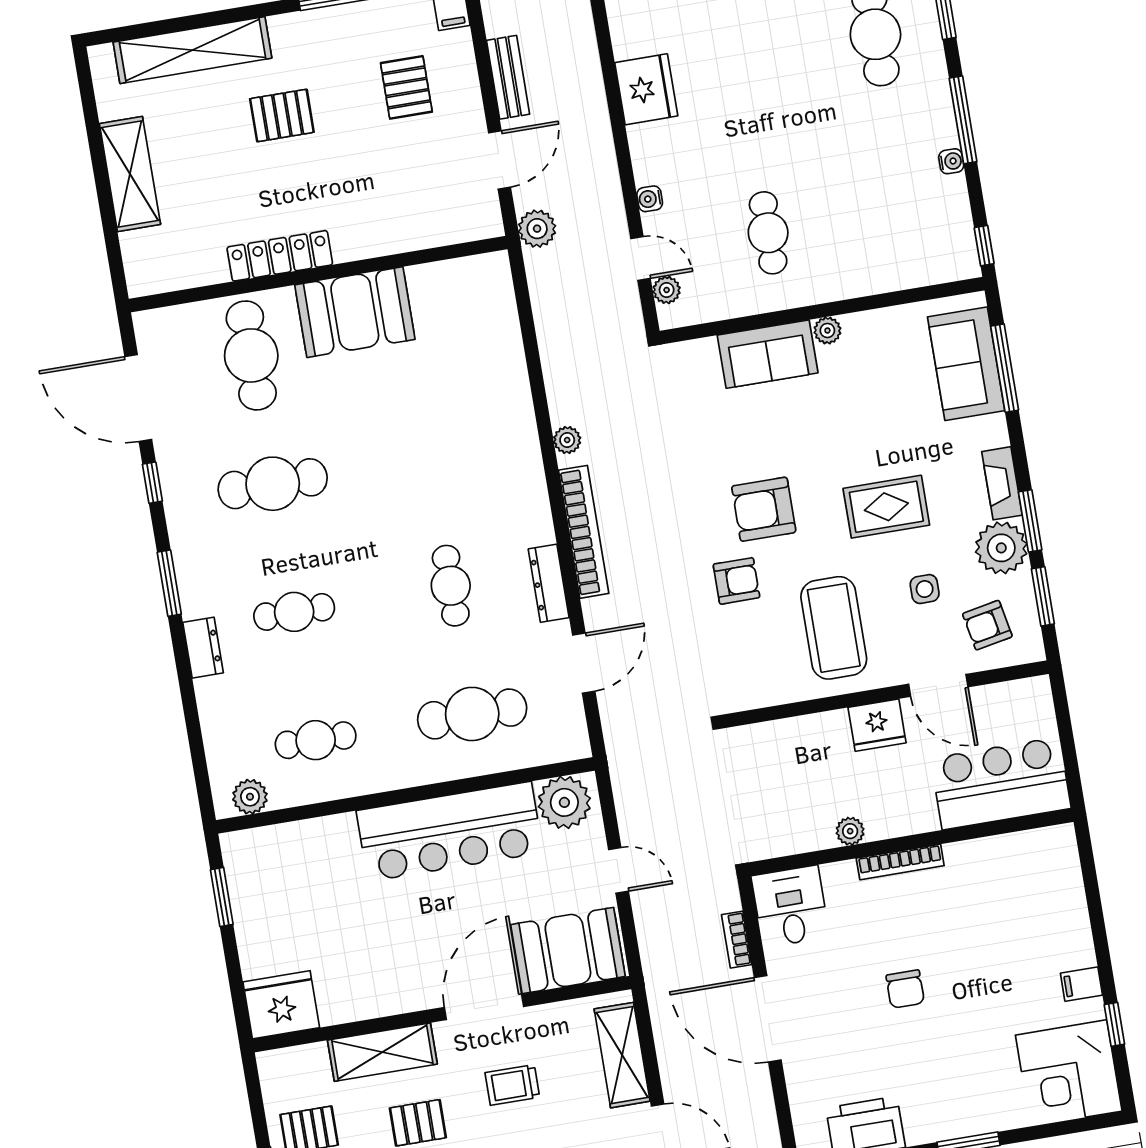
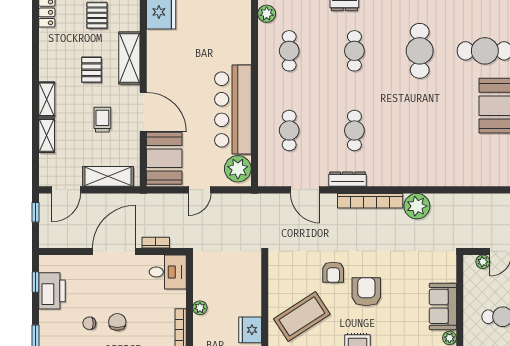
plant: (567, 440) -> (417, 206), width x1.88, depth x1.88
cafe table: (451, 586) -> (354, 130), turned 90
coffee table: (834, 628) -> (302, 316), turned -33
cafe table: (472, 714) -> (289, 130), width x0.73, depth x0.74
chair: (905, 989) -> (117, 322), turned 90
chair: (917, 1044) -> (89, 323), added

